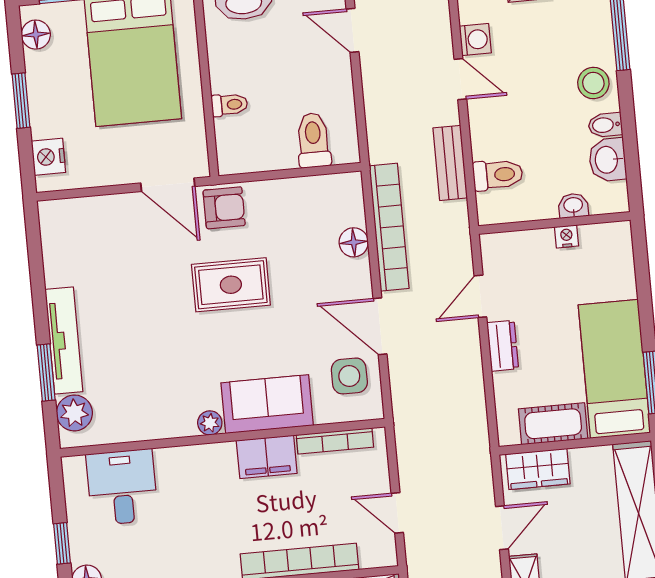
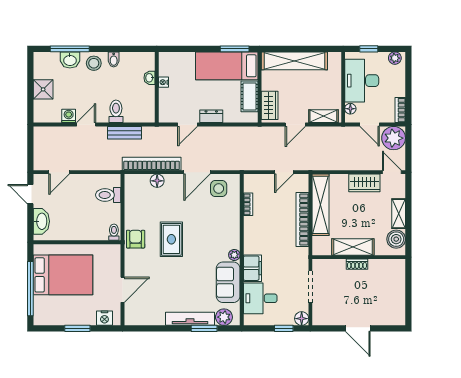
floor lamp: (36, 35) -> (47, 319), removed
toilet: (230, 105) -> (114, 232), moved
washbasin: (607, 160) -> (70, 60), moved
toilet: (498, 175) -> (116, 111), moved
door: (168, 185) -> (123, 290), moved
door: (480, 296) -> (187, 125), hinge flipped
sofa: (267, 404) -> (228, 282), moved
bookcase: (335, 441) -> (248, 204), width x0.64
filing cabinet: (267, 457) -> (252, 268), moved
door: (502, 528) -> (295, 125), swing flipped

